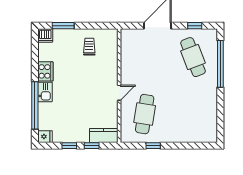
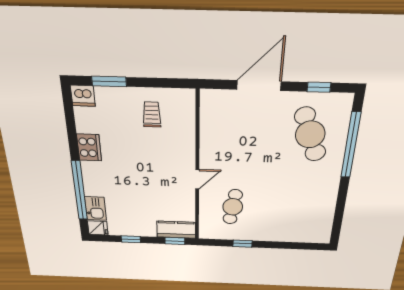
kitchen sink: (45, 92) -> (96, 209), moved
cafe table: (145, 114) -> (233, 207), width x0.73, depth x0.74
window: (92, 146) -> (175, 241), moved

